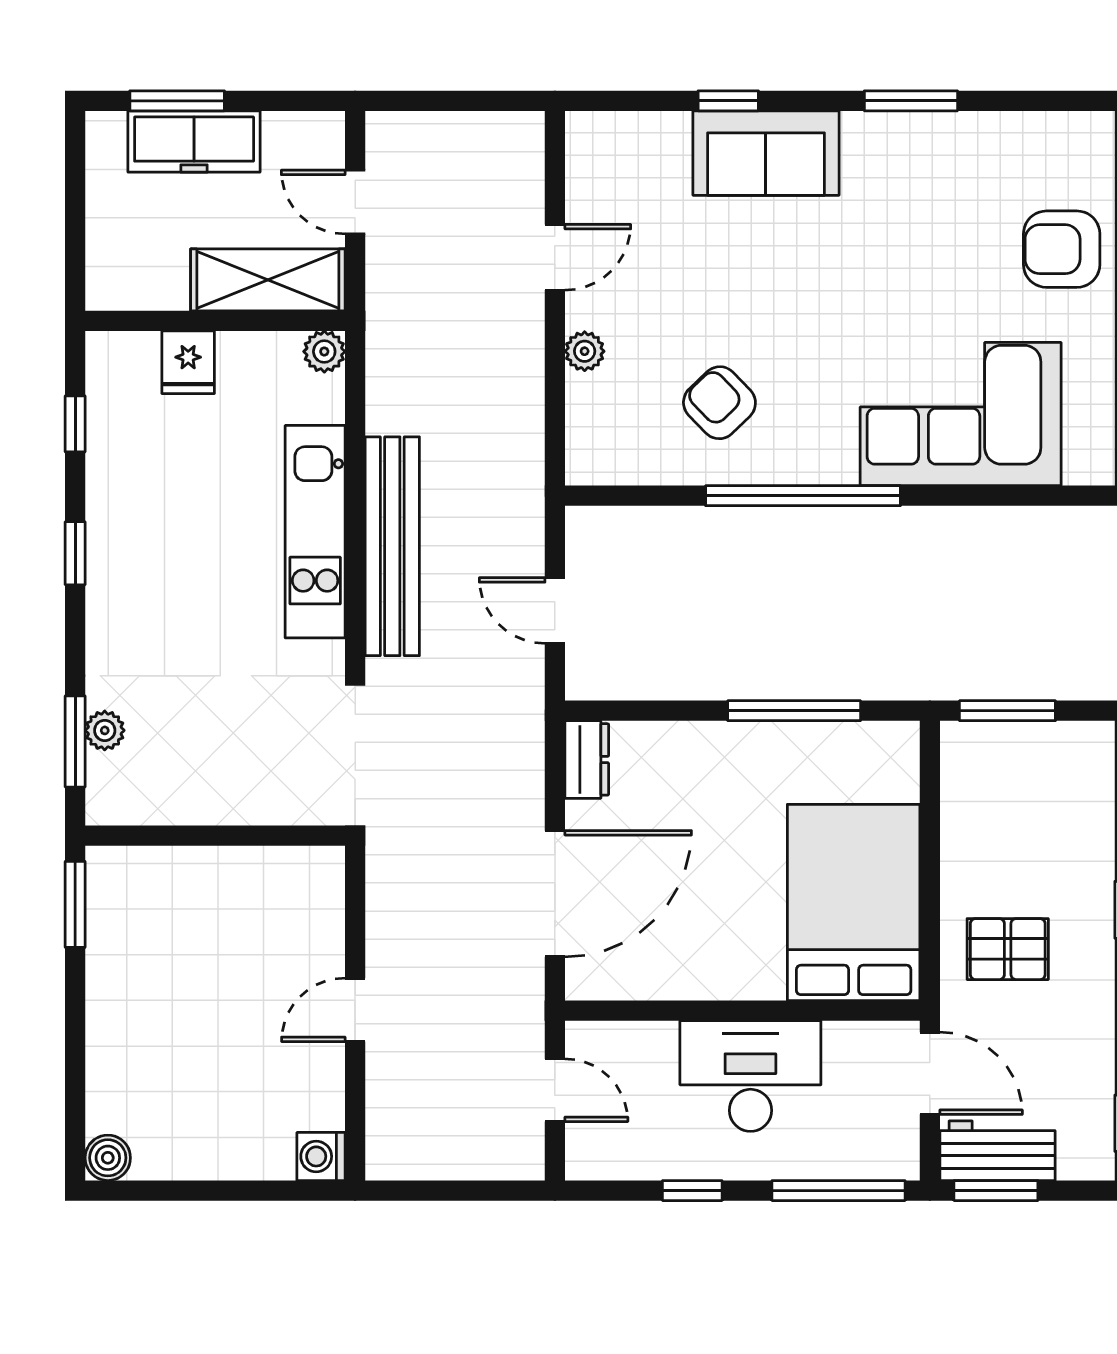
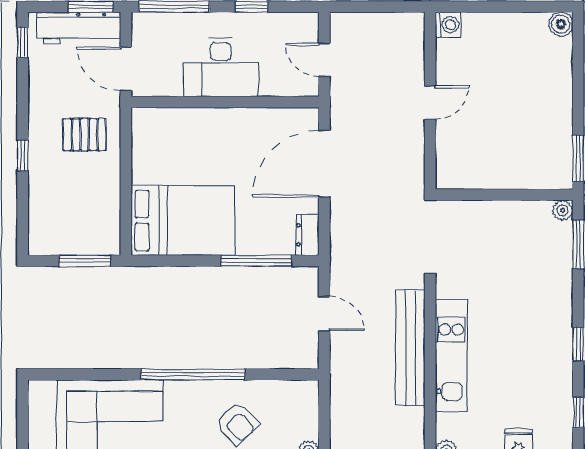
window: (794, 711) -> (256, 261), moved
plant: (105, 730) -> (563, 210), moved
bed: (854, 902) -> (183, 220), moved, turned -90
workbench: (997, 1151) -> (79, 28), width x1.38

